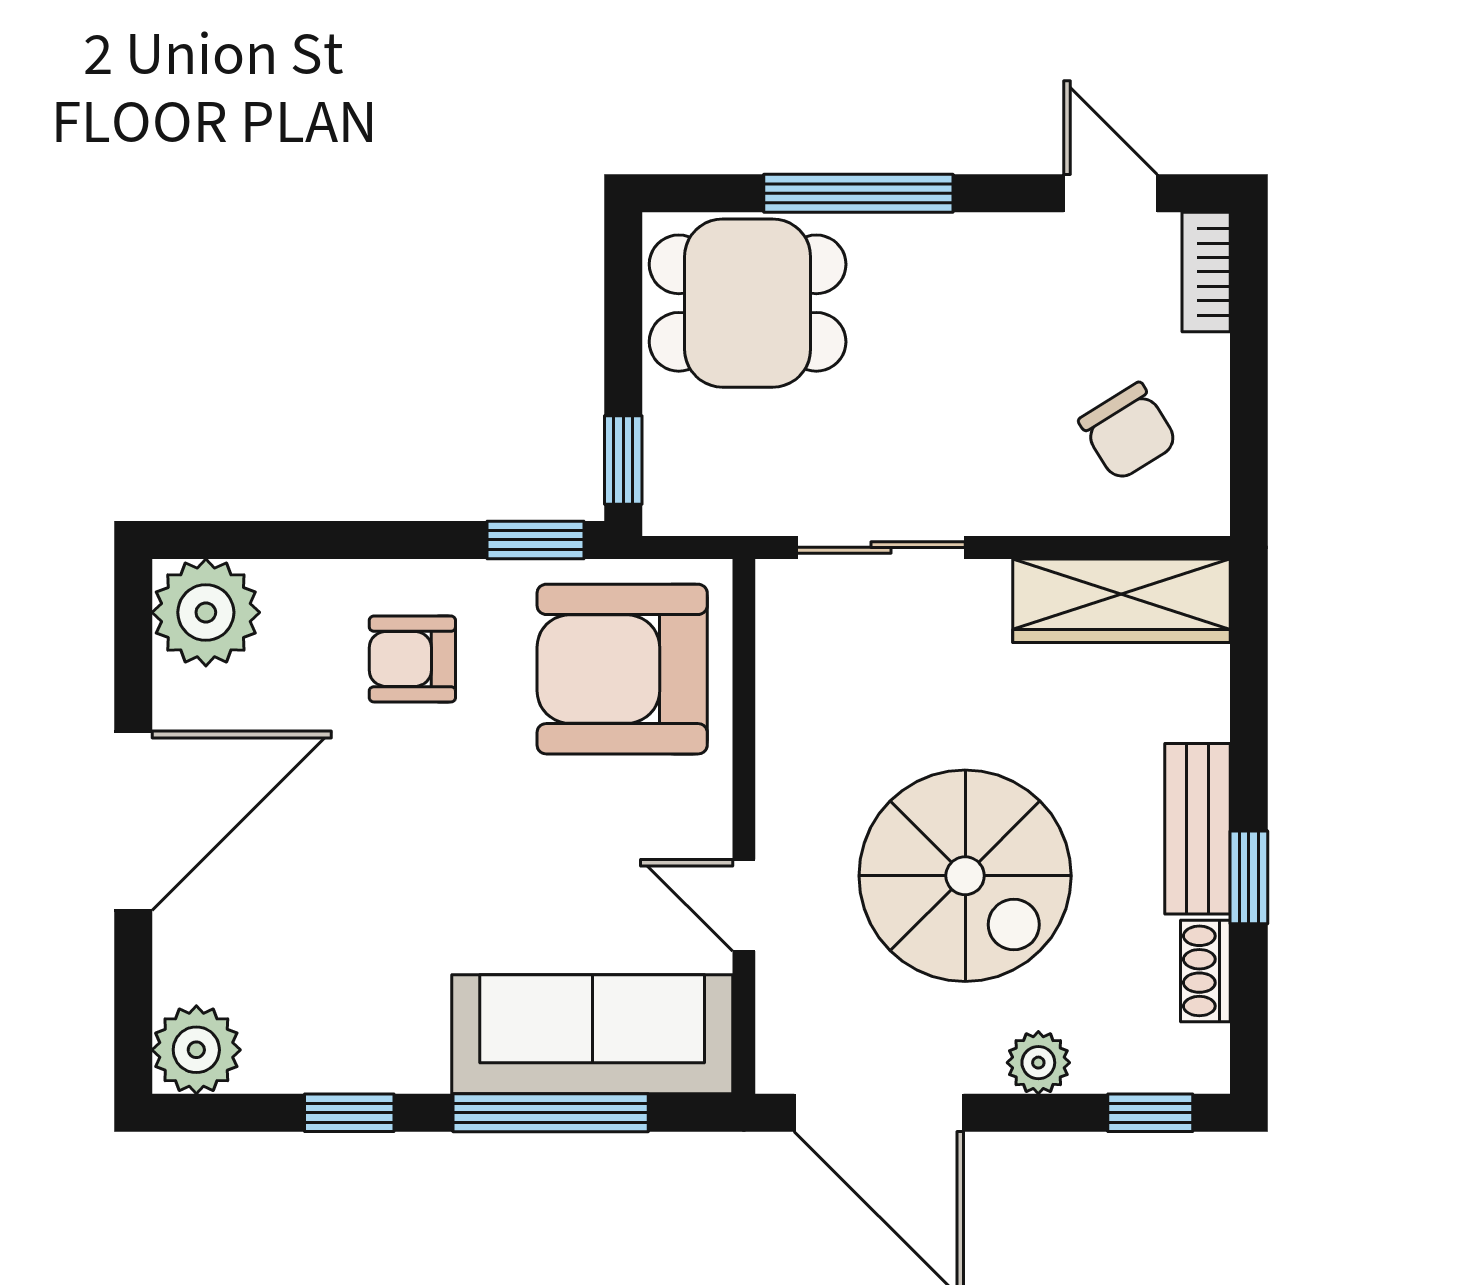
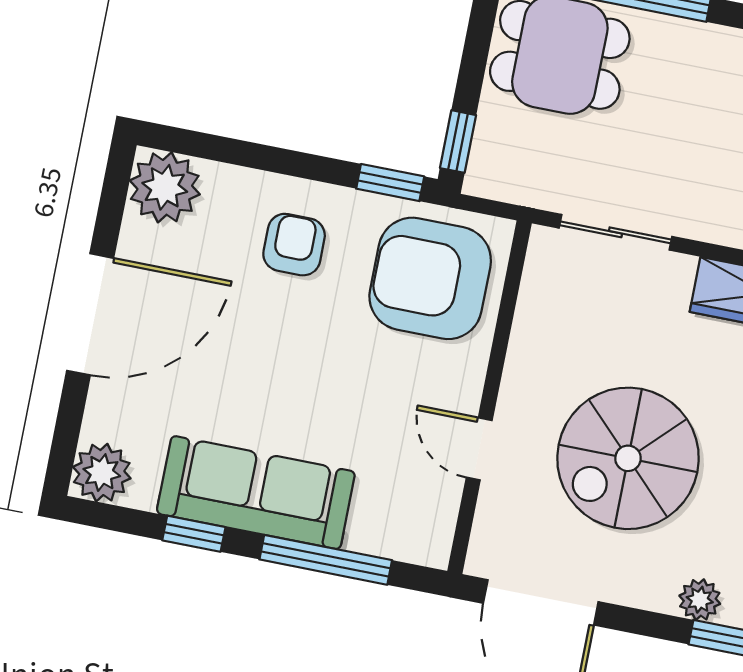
armchair: (412, 659) -> (294, 245), turned 90
spiral stairs: (965, 876) -> (628, 458), turned 90
sofa: (592, 1034) -> (256, 493), moved
plant: (1038, 1063) -> (700, 600), moved

